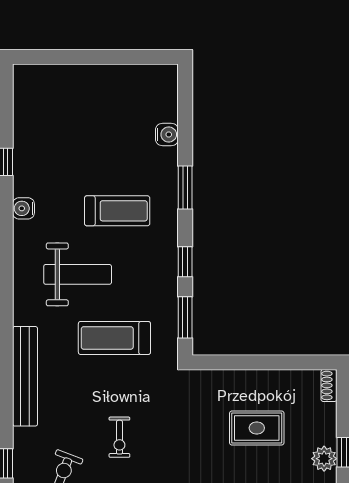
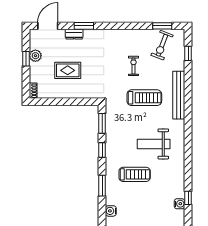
water cooler: (23, 208) -> (179, 204), moved
treadmill: (117, 211) -> (135, 174), turned 180
treadmill: (114, 338) -> (144, 98), moved

